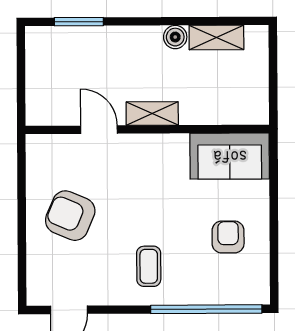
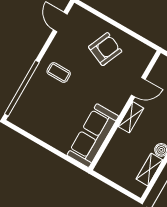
sofa: (230, 156) -> (93, 136), width x1.36
armchair: (228, 237) -> (50, 119), removed

